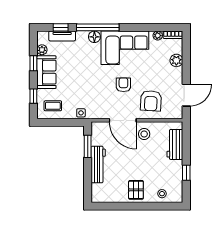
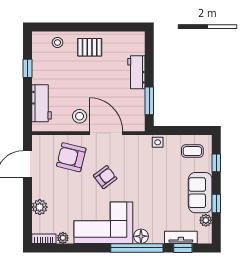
armchair: (123, 85) -> (105, 177), turned -127
armchair: (151, 101) -> (71, 157), turned -79
workbench: (98, 164) -> (136, 72), width x0.73
pallet: (136, 190) -> (90, 47), turned 90

